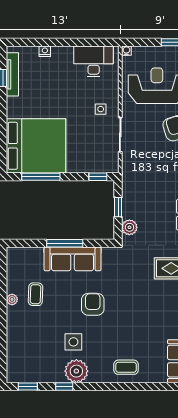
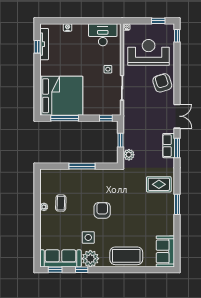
sofa: (73, 259) -> (61, 258), moved, turned 180
coffee table: (126, 367) -> (126, 256), width x1.86, depth x1.72

